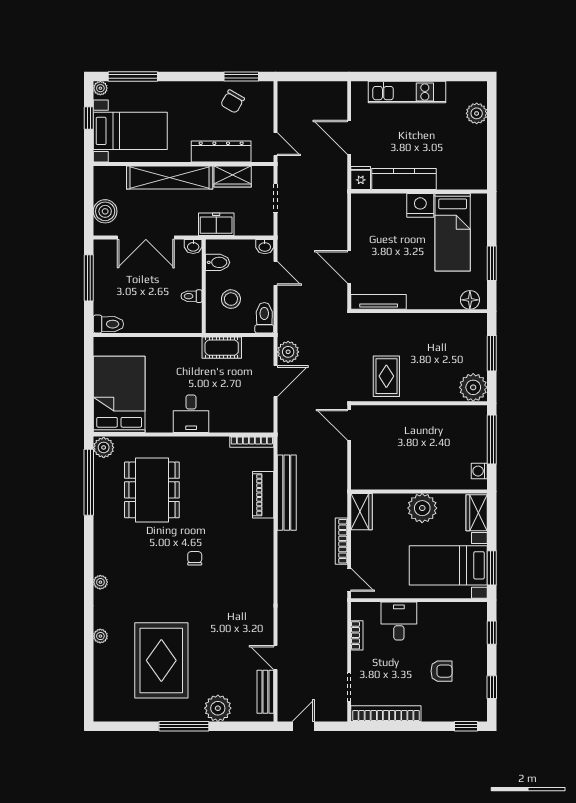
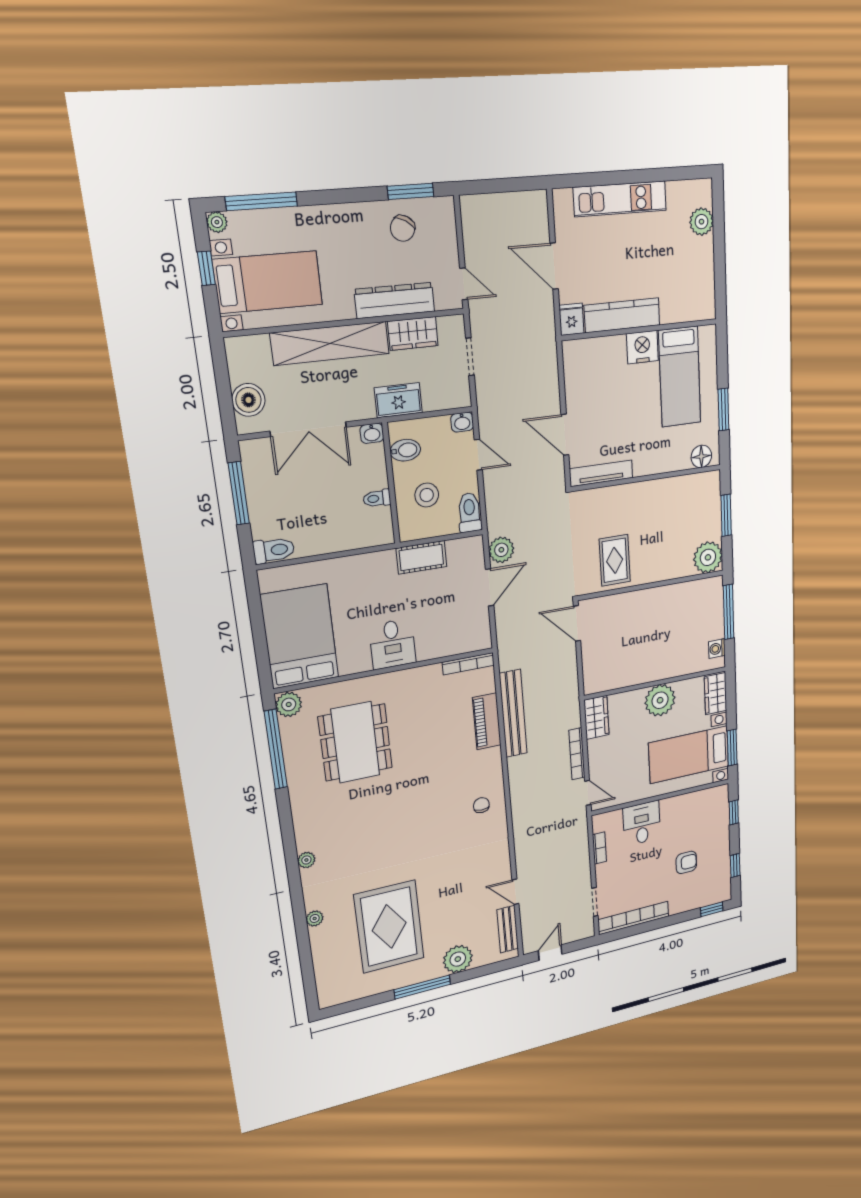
chair: (195, 558) -> (481, 805), moved

